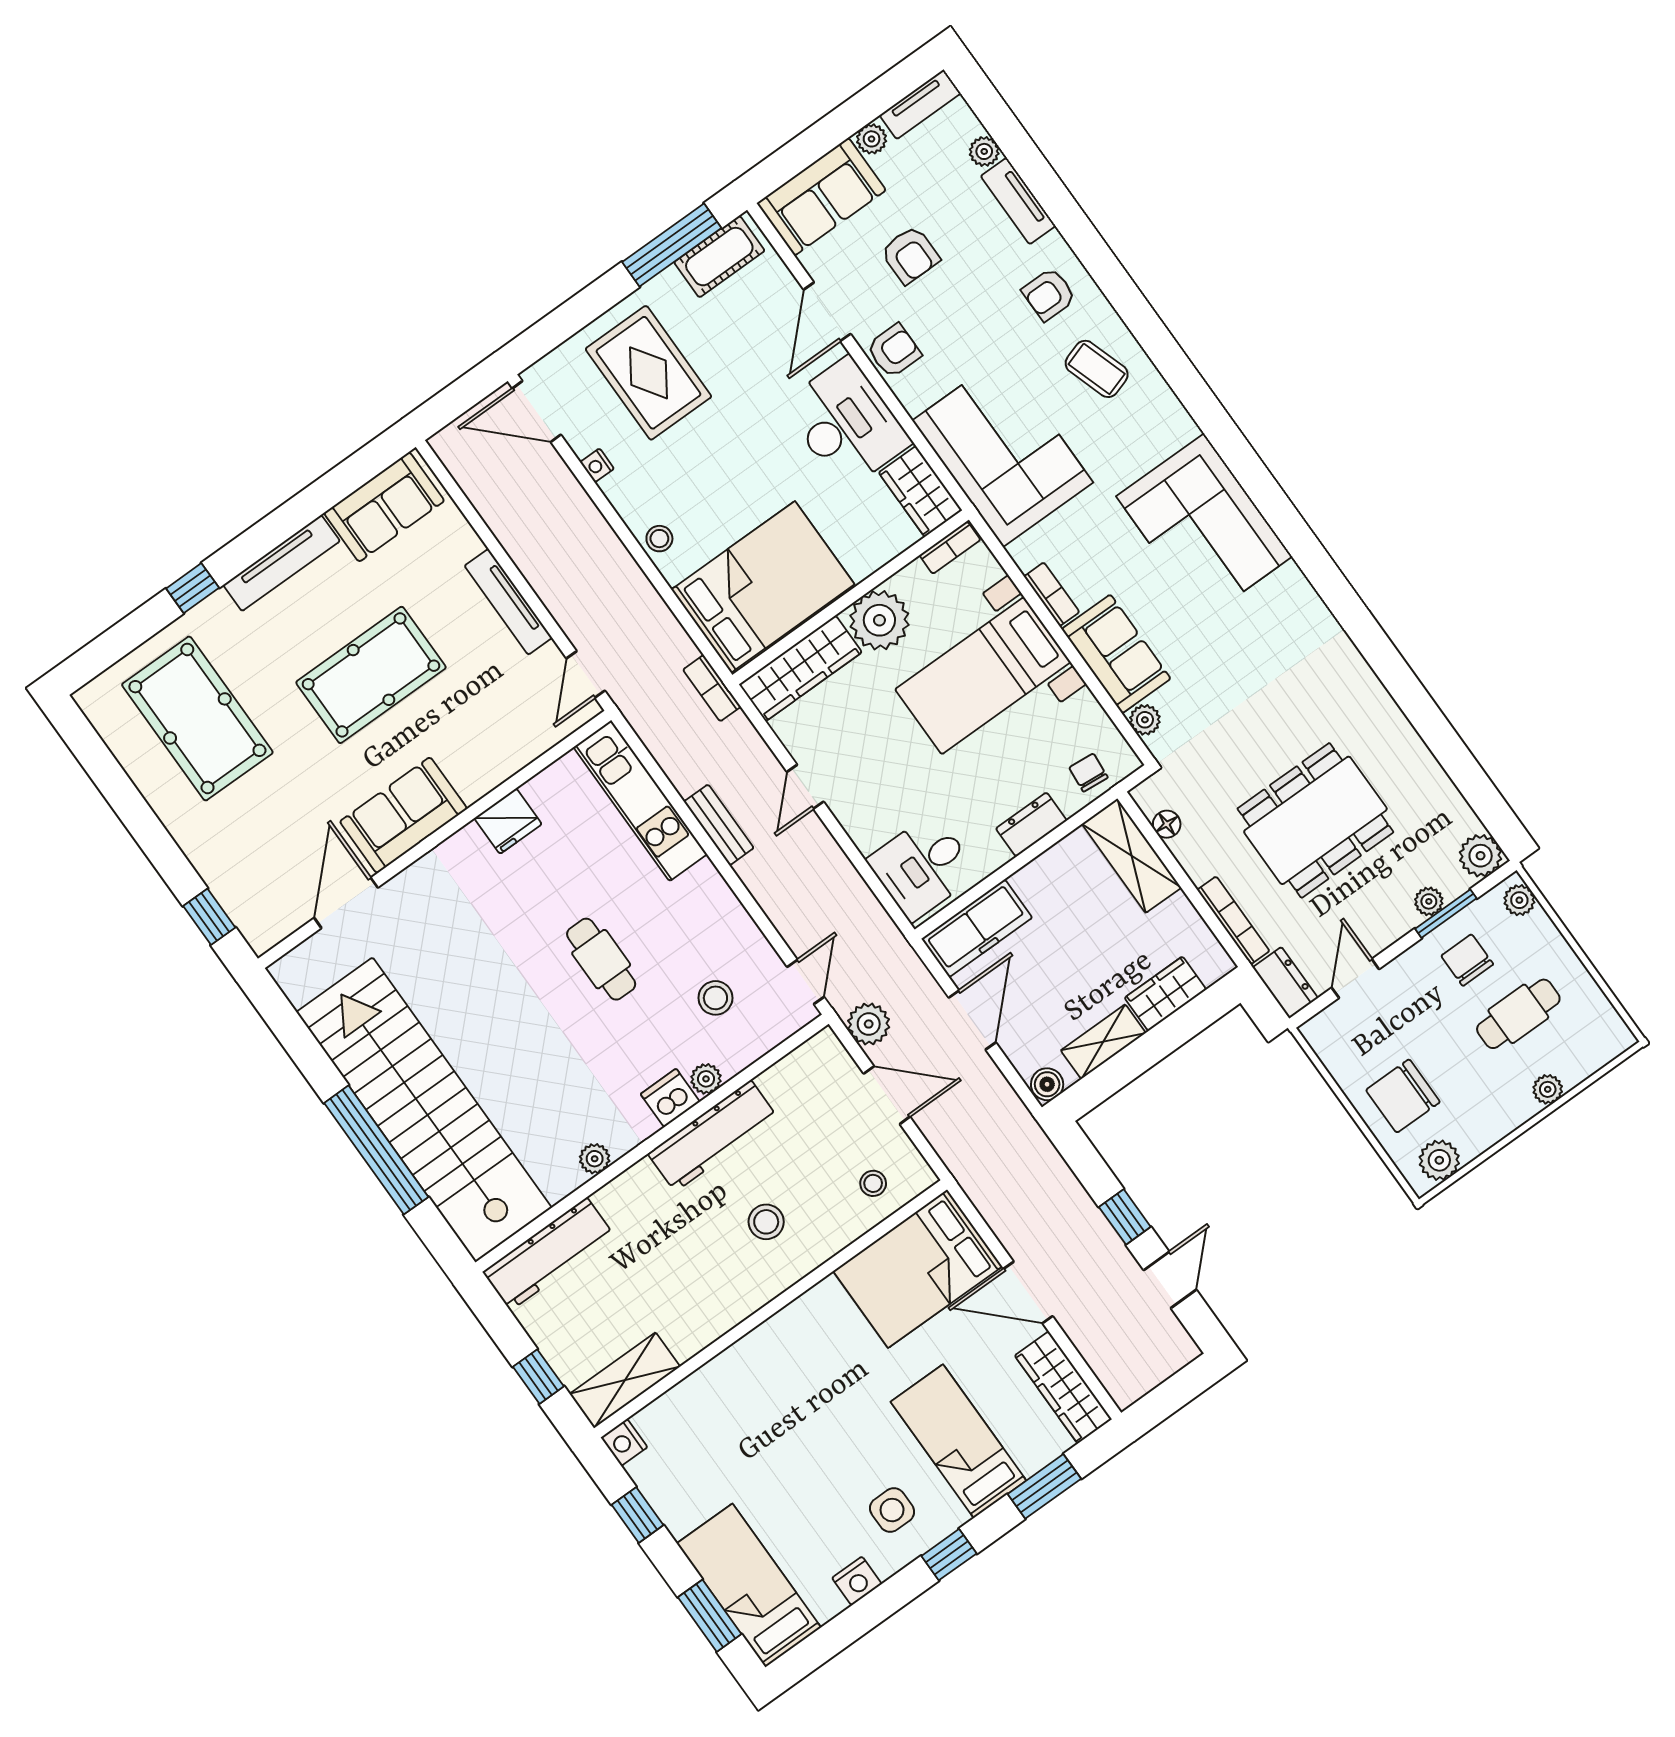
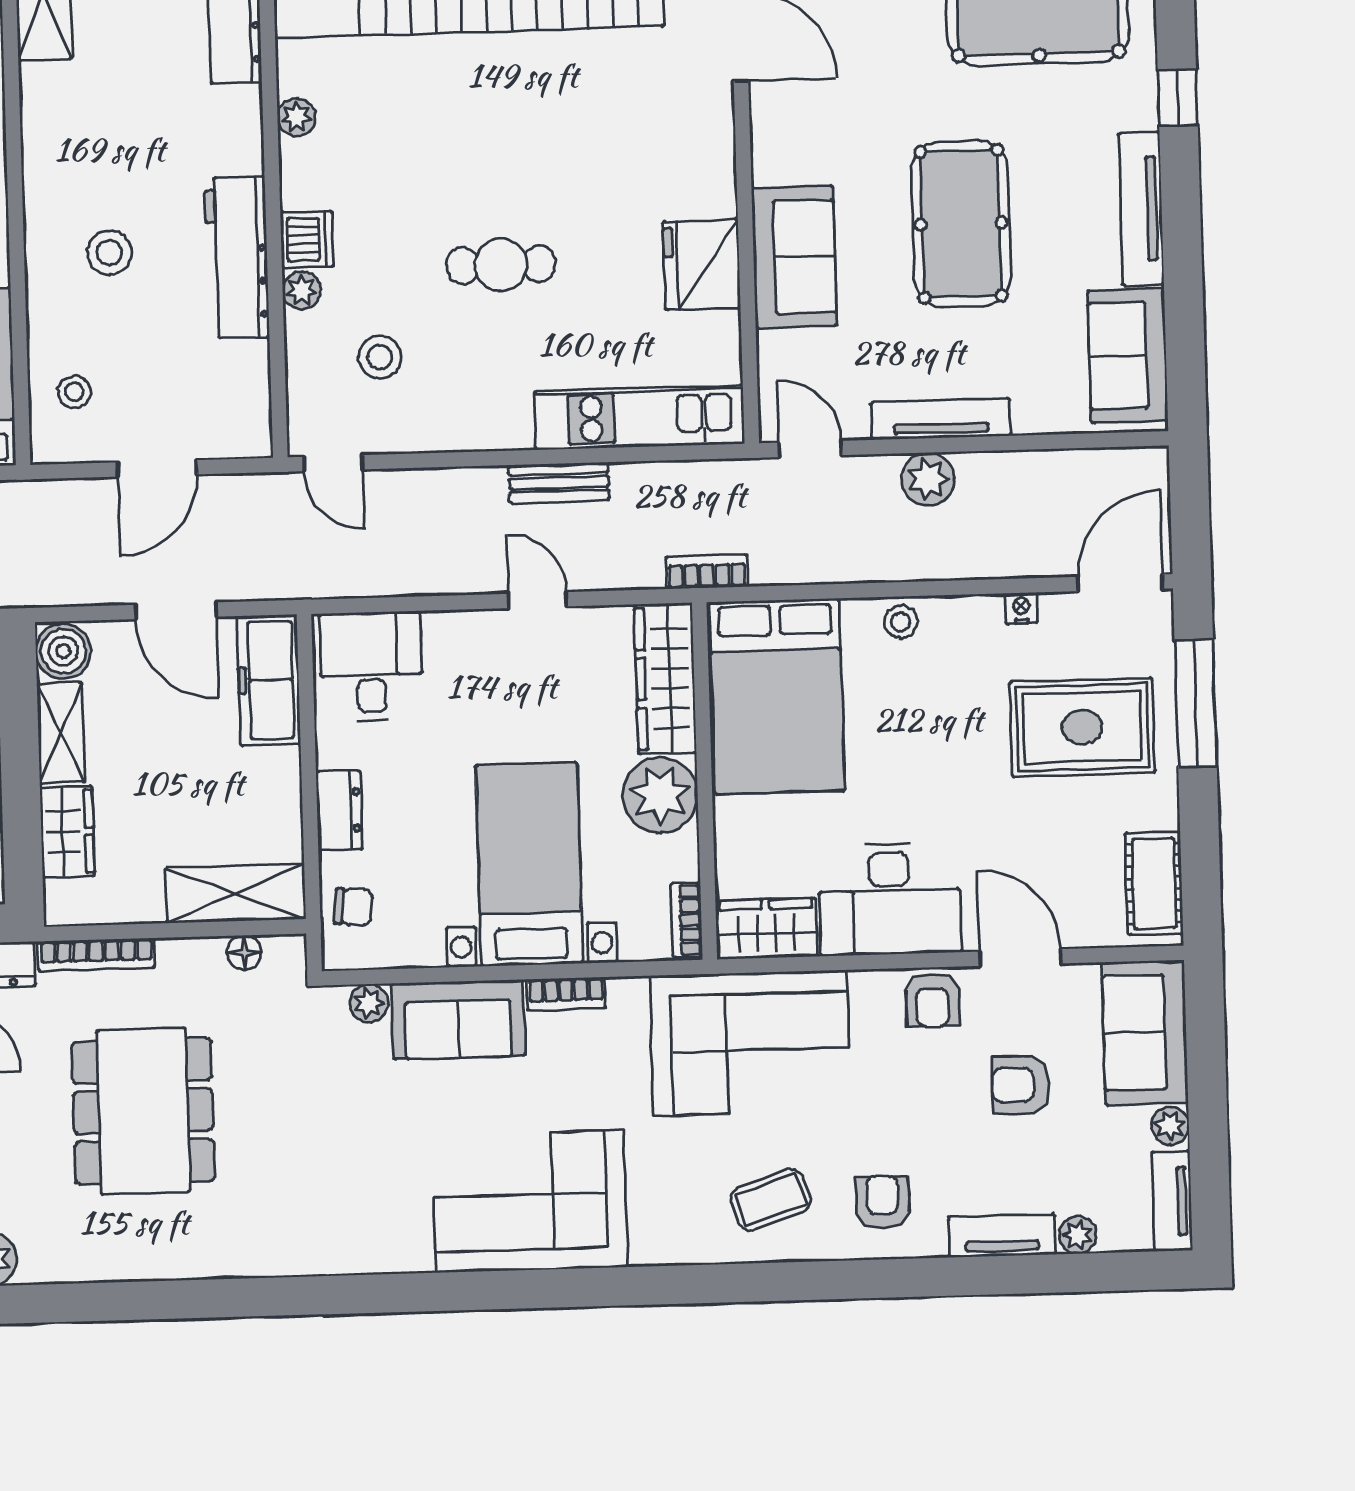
window: (672, 245) -> (1196, 704), moved
sofa: (403, 815) -> (794, 257), moved
fridge: (508, 821) -> (702, 265), width x1.36, depth x1.34
plant: (869, 1024) -> (928, 479), moved
boiler: (1047, 1084) -> (63, 651), width x1.36, depth x1.36

